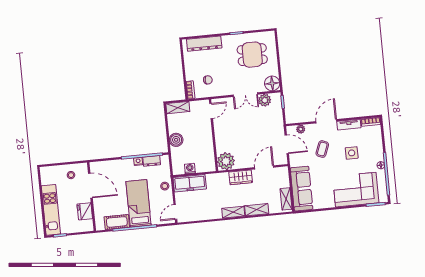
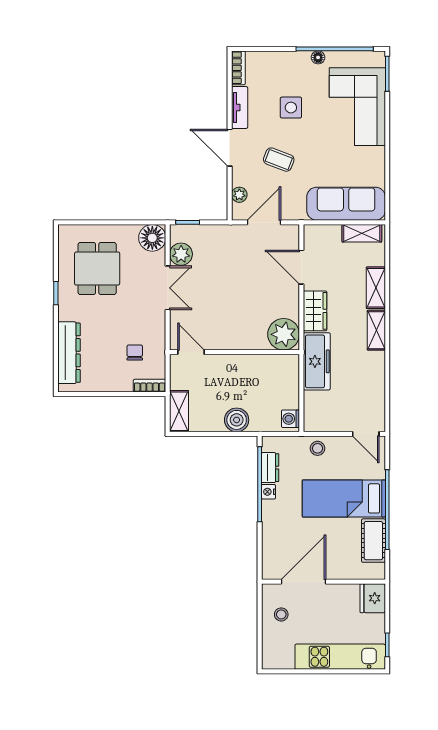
washing machine: (190, 169) -> (291, 419), moved
freezer: (190, 183) -> (317, 361), moved
fridge: (85, 211) -> (373, 598), moved, turned 90

